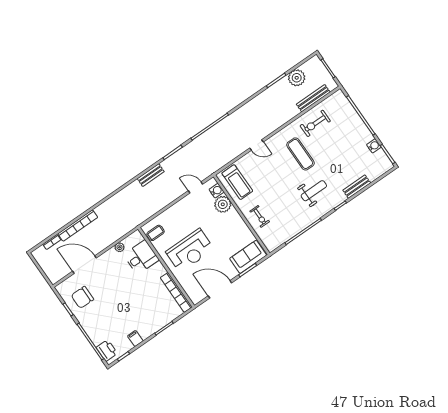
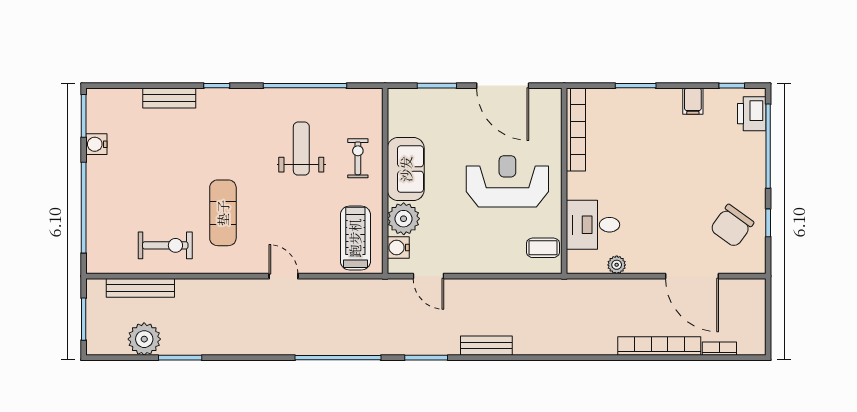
weight bench: (314, 191) -> (301, 149), moved, turned 90
sofa: (248, 257) -> (406, 169), moved, turned -90
chair: (82, 297) -> (732, 226), turned 126

